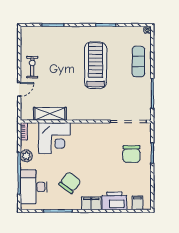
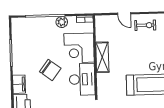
shelving: (50, 114) -> (102, 57), moved
chair: (70, 183) -> (50, 70), moved
desk: (34, 187) -> (82, 79), moved, turned 90

